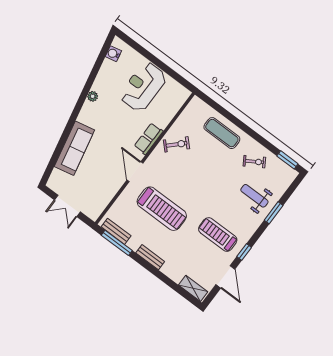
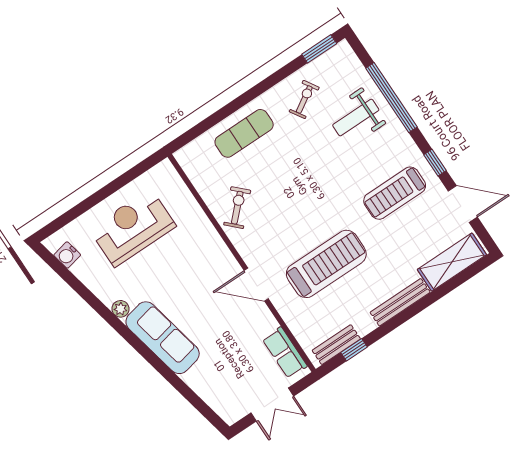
reception desk: (143, 87) -> (133, 228), turned 90
row of seats: (149, 139) -> (285, 353), moved
sofa: (74, 148) -> (163, 338), moved
window: (274, 213) -> (391, 98), width x2.11
window: (117, 243) -> (354, 350), width x0.46
bench: (150, 257) -> (400, 302), width x1.36
shelving: (193, 288) -> (452, 262), width x1.50, depth x1.33

